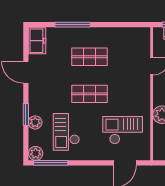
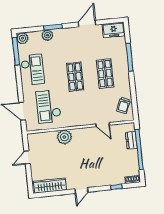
trolley: (131, 38) -> (123, 105), added
checkout: (123, 130) -> (49, 107), turned 180
checkout: (66, 132) -> (32, 70), moved, turned 90

